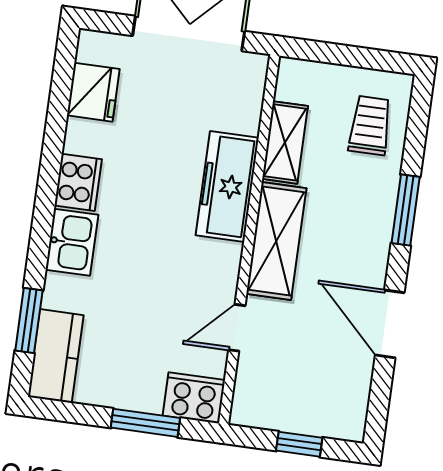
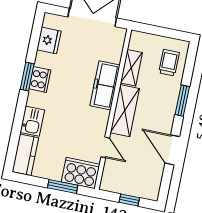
kitchen sink: (72, 242) -> (32, 121), moved
window: (29, 320) -> (27, 77), moved
door: (237, 328) -> (105, 147), swing flipped
cooker: (194, 398) -> (81, 173), width x1.37, depth x1.31

